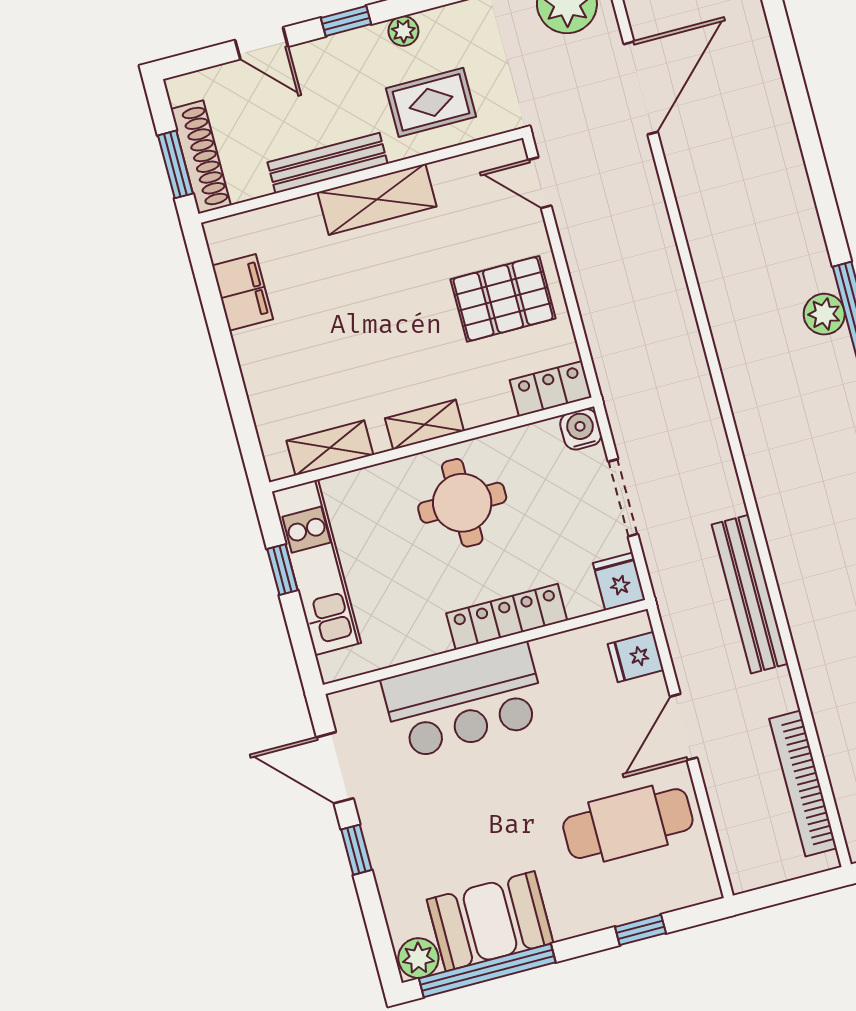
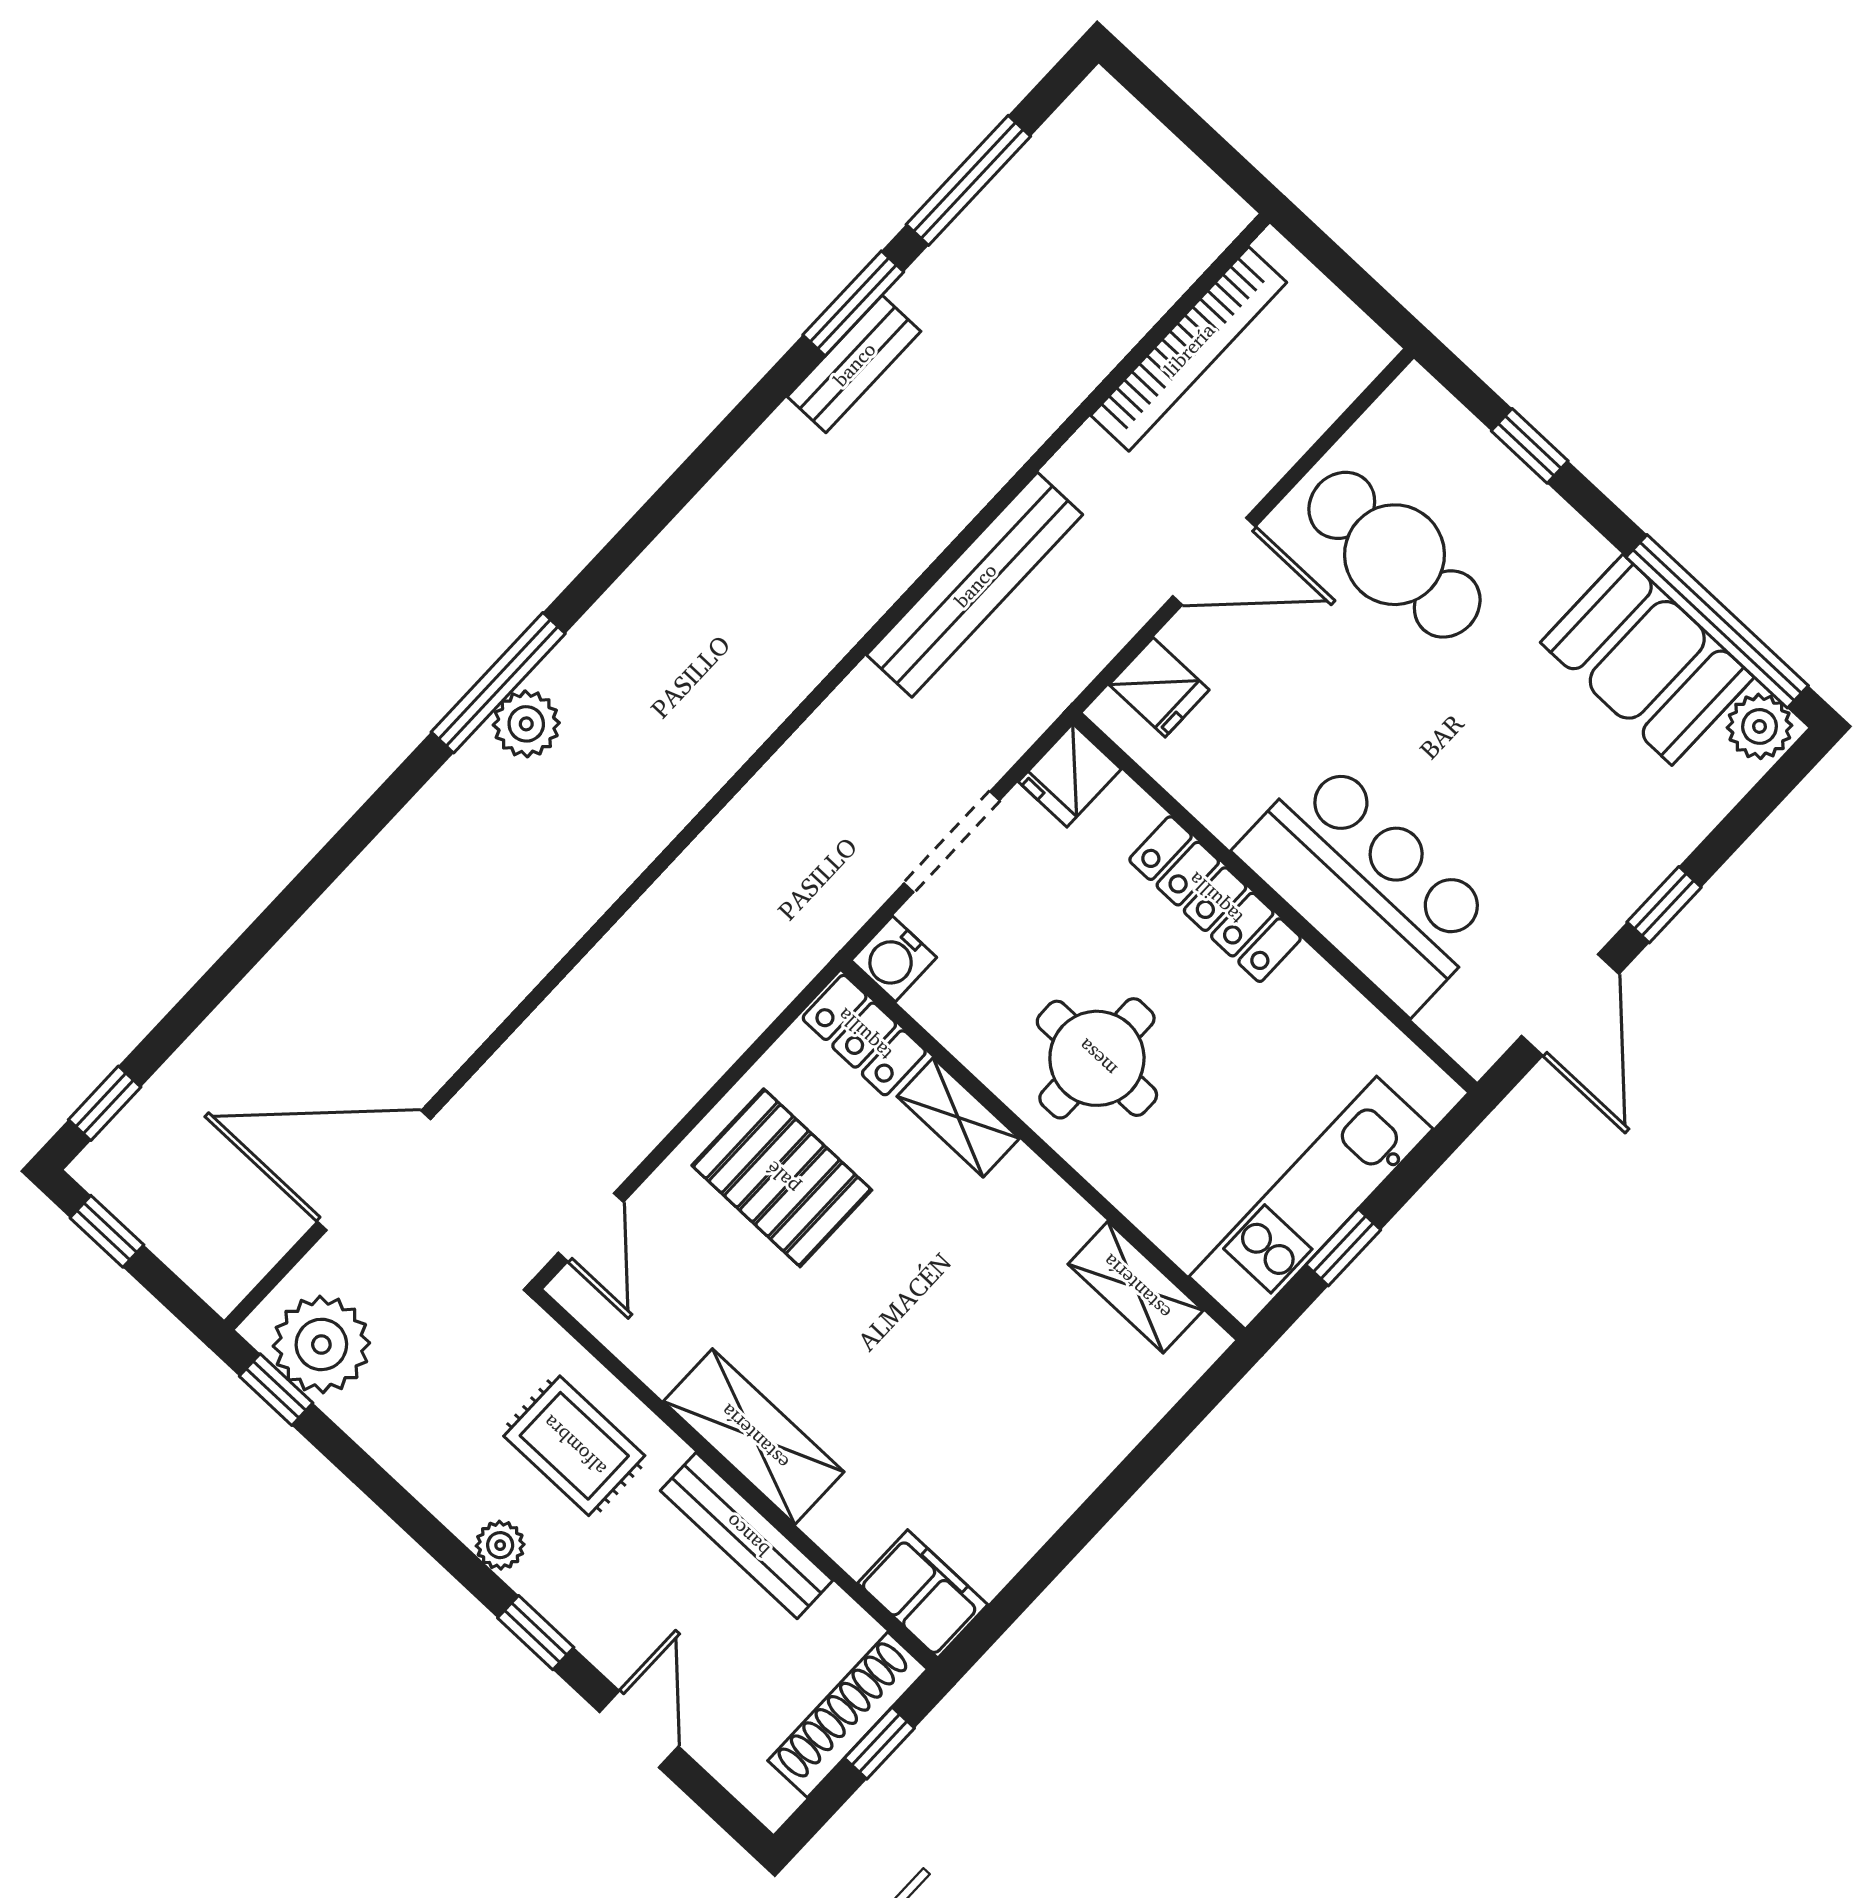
window: (175, 164) -> (879, 1743), width x0.67
filing cabinet: (242, 292) -> (923, 1594), moved, turned 90
shelving: (424, 425) -> (958, 1117), moved

